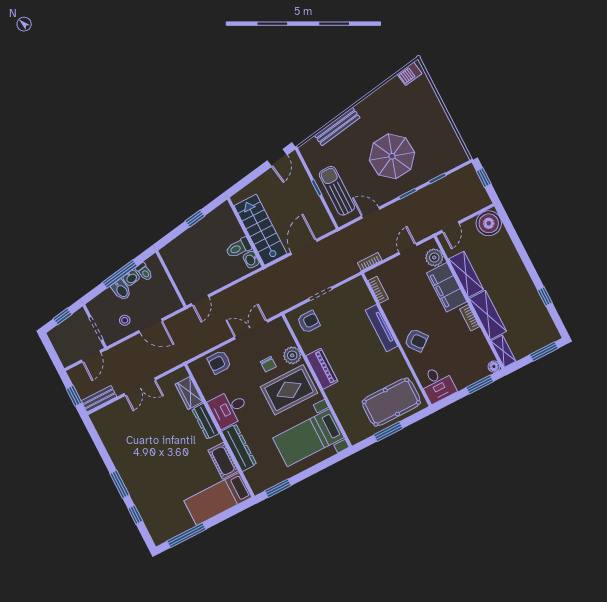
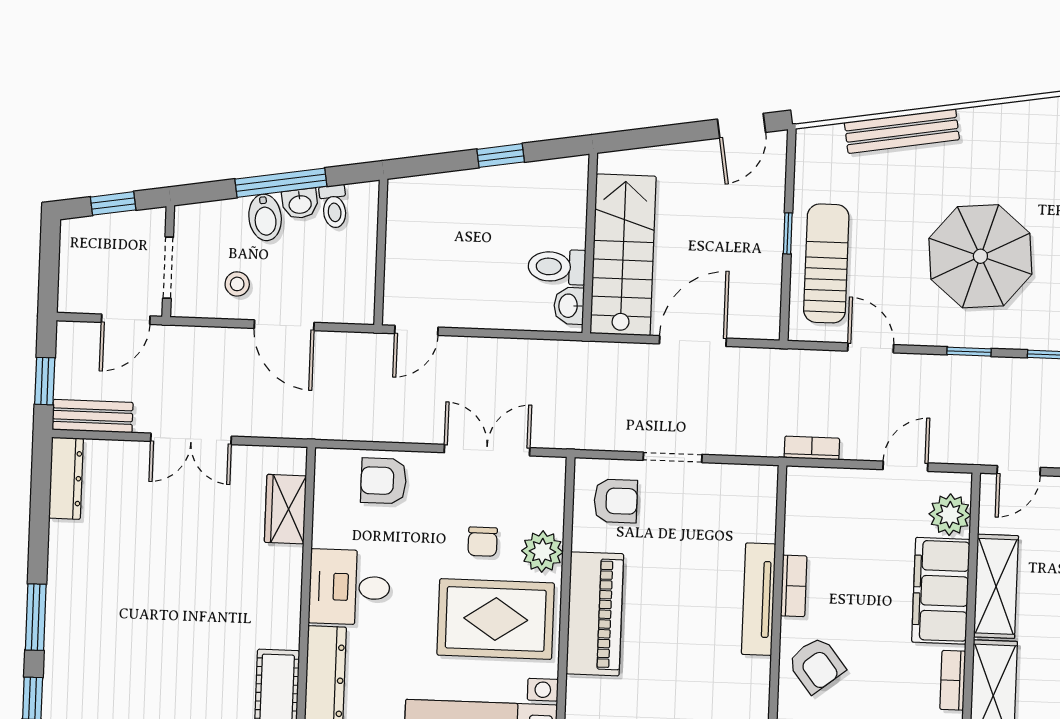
bookcase: (378, 290) -> (794, 586), moved
piano: (322, 369) -> (595, 614), width x1.37, depth x1.33
dresser: (205, 421) -> (66, 478), moved, turned 180

